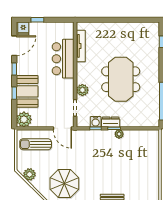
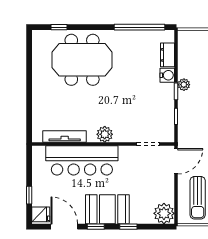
bar counter: (63, 59) -> (82, 160), width x1.36
meeting table: (121, 79) -> (82, 60), moved
plant: (82, 90) -> (105, 134), moved
booth: (27, 91) -> (107, 209), moved
water cooler: (96, 122) -> (167, 75), moved
dresser: (111, 122) -> (168, 55), moved

